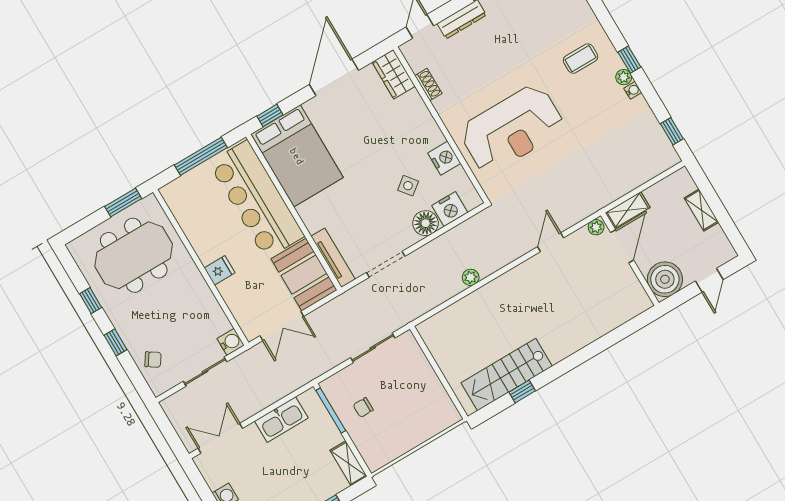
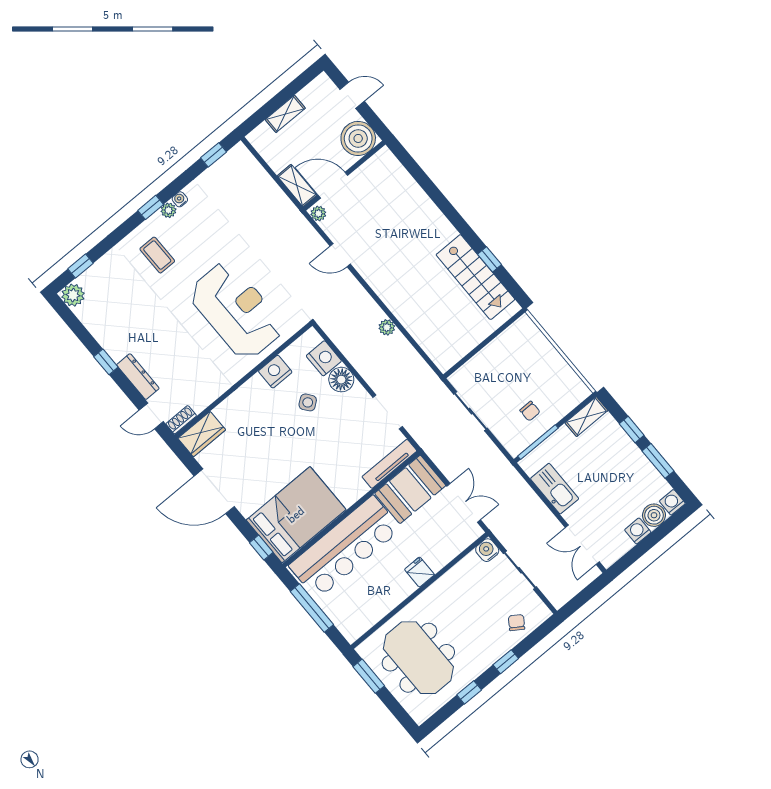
shoe rack: (428, 85) -> (181, 420), moved

